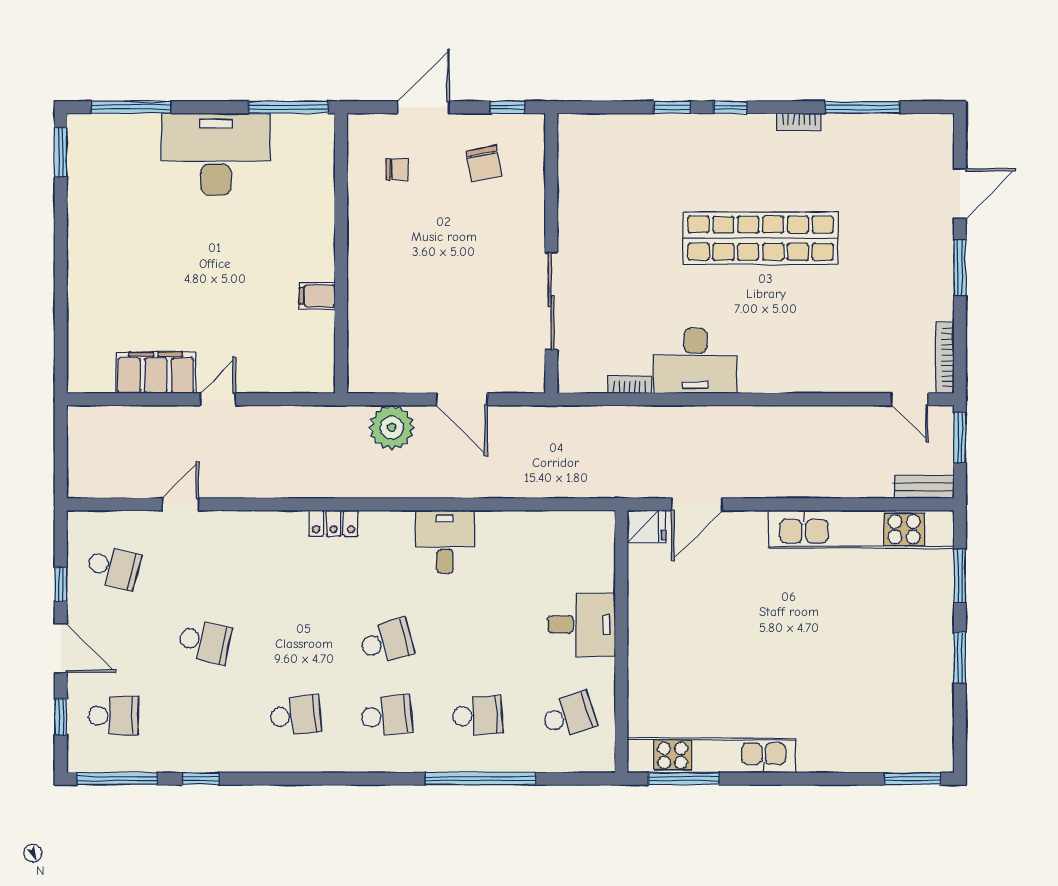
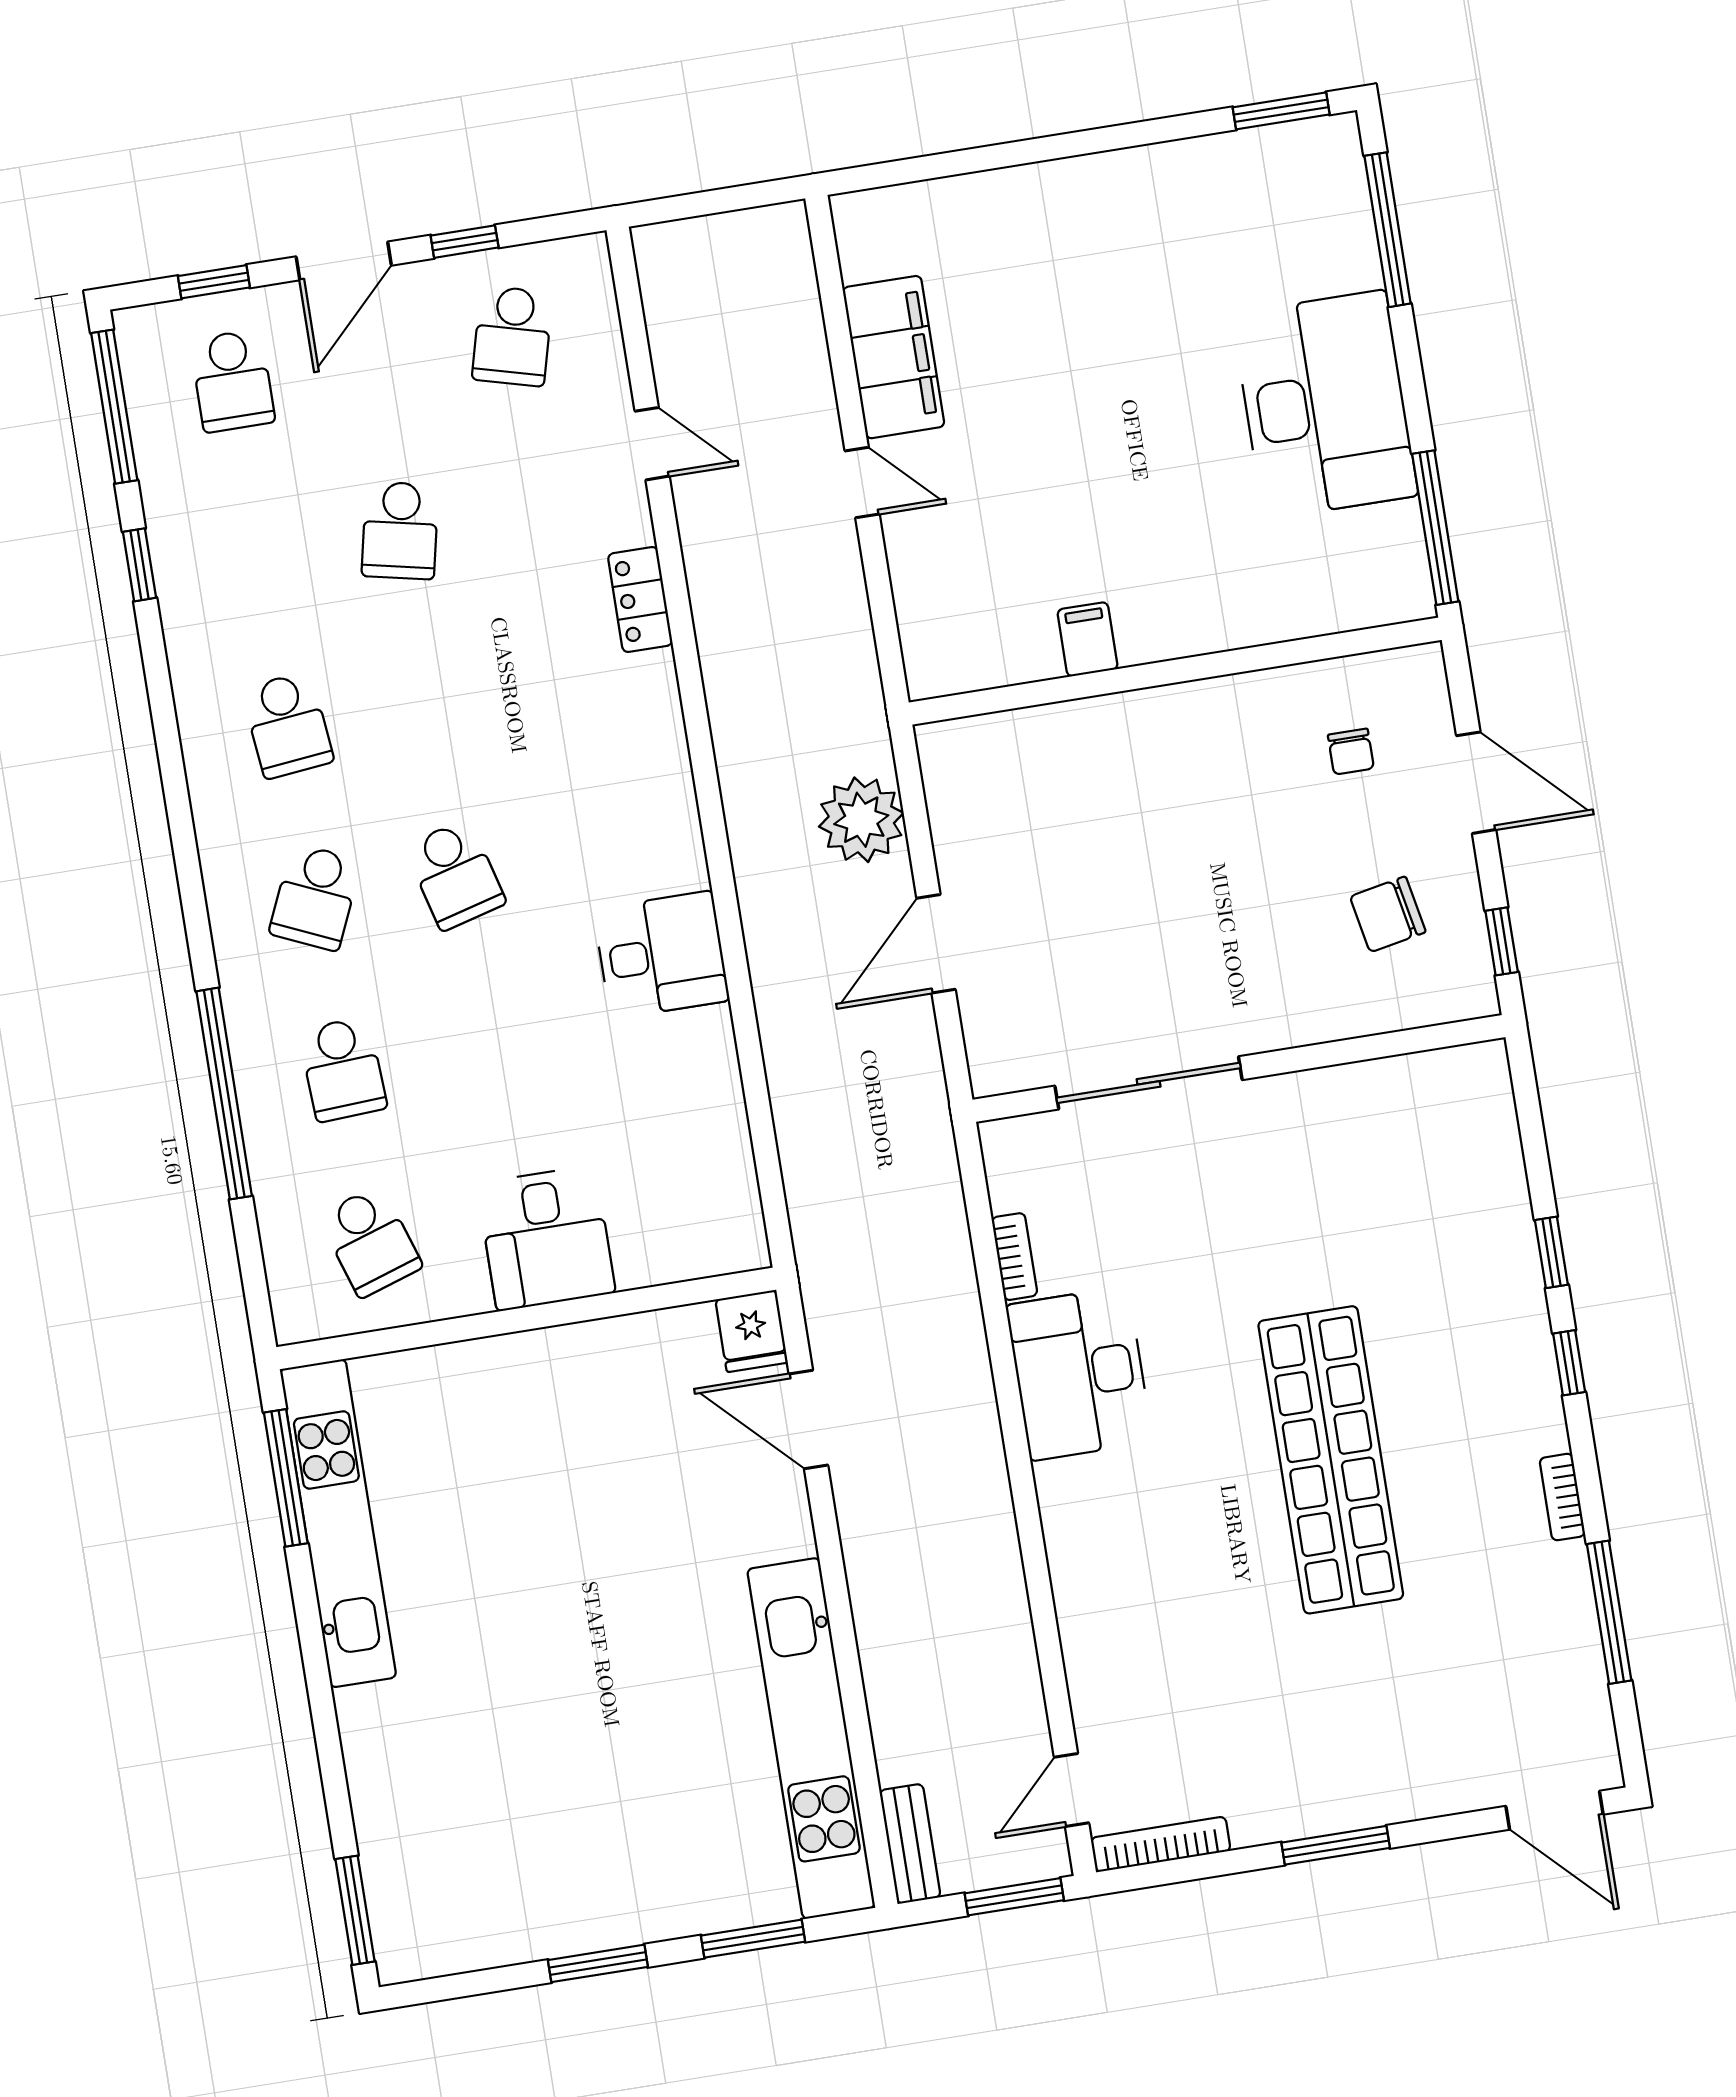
door: (960, 193) -> (1554, 1810), moved
locker: (334, 523) -> (640, 600), moved
school desk: (387, 716) -> (315, 897), turned 30

